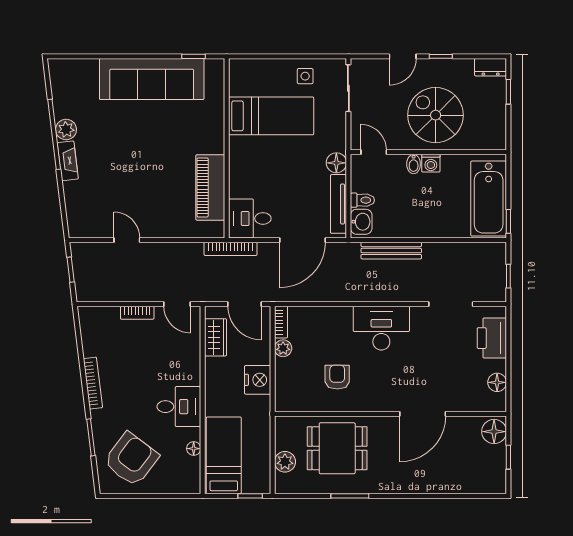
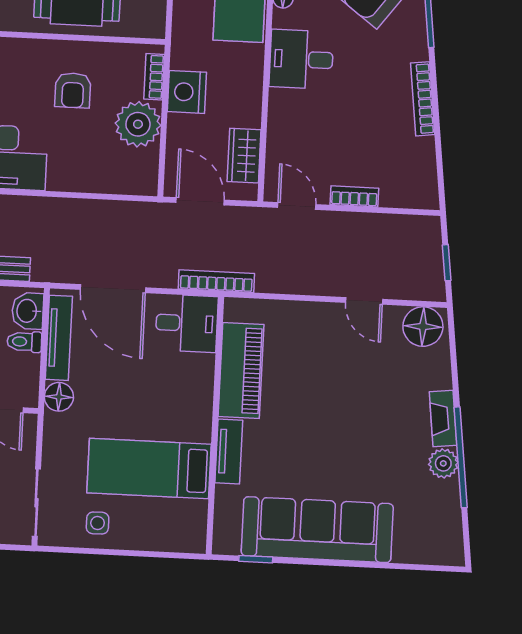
tv unit: (216, 131) -> (229, 451), added
floor lamp: (85, 224) -> (423, 327), added
door: (302, 240) -> (113, 289), swing flipped
bookcase: (281, 322) -> (154, 77), moved
plant: (283, 348) -> (138, 124), width x1.87, depth x1.87

